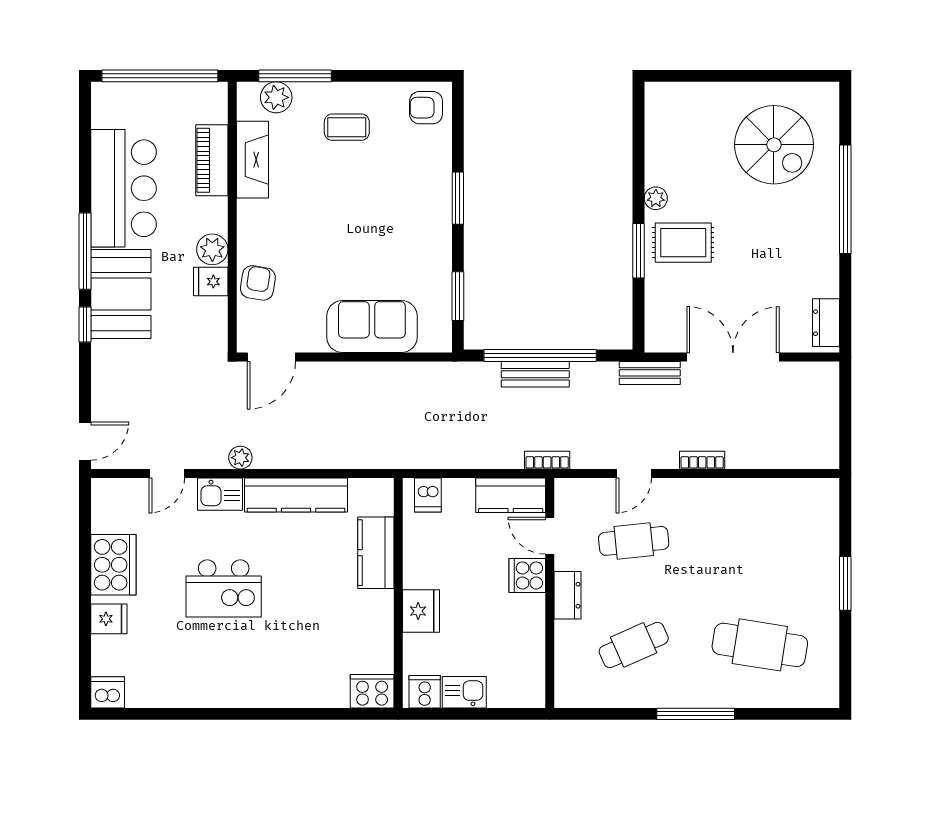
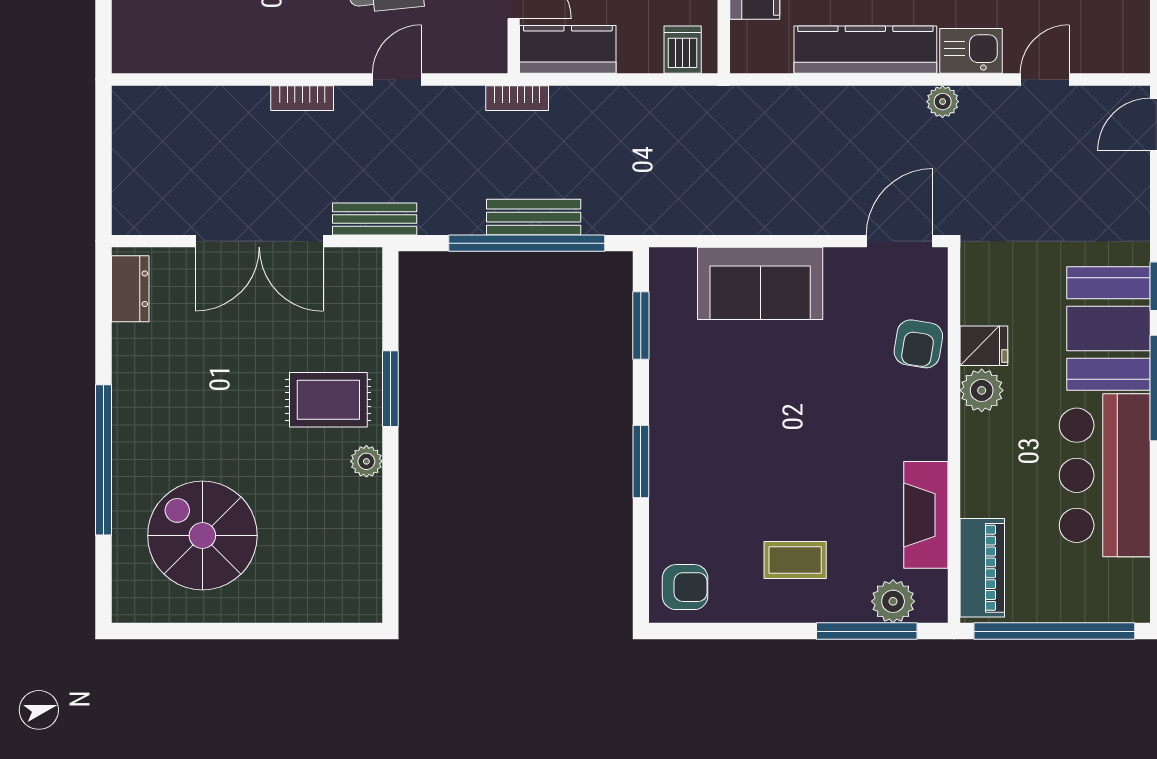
piano: (212, 160) -> (982, 568), moved

